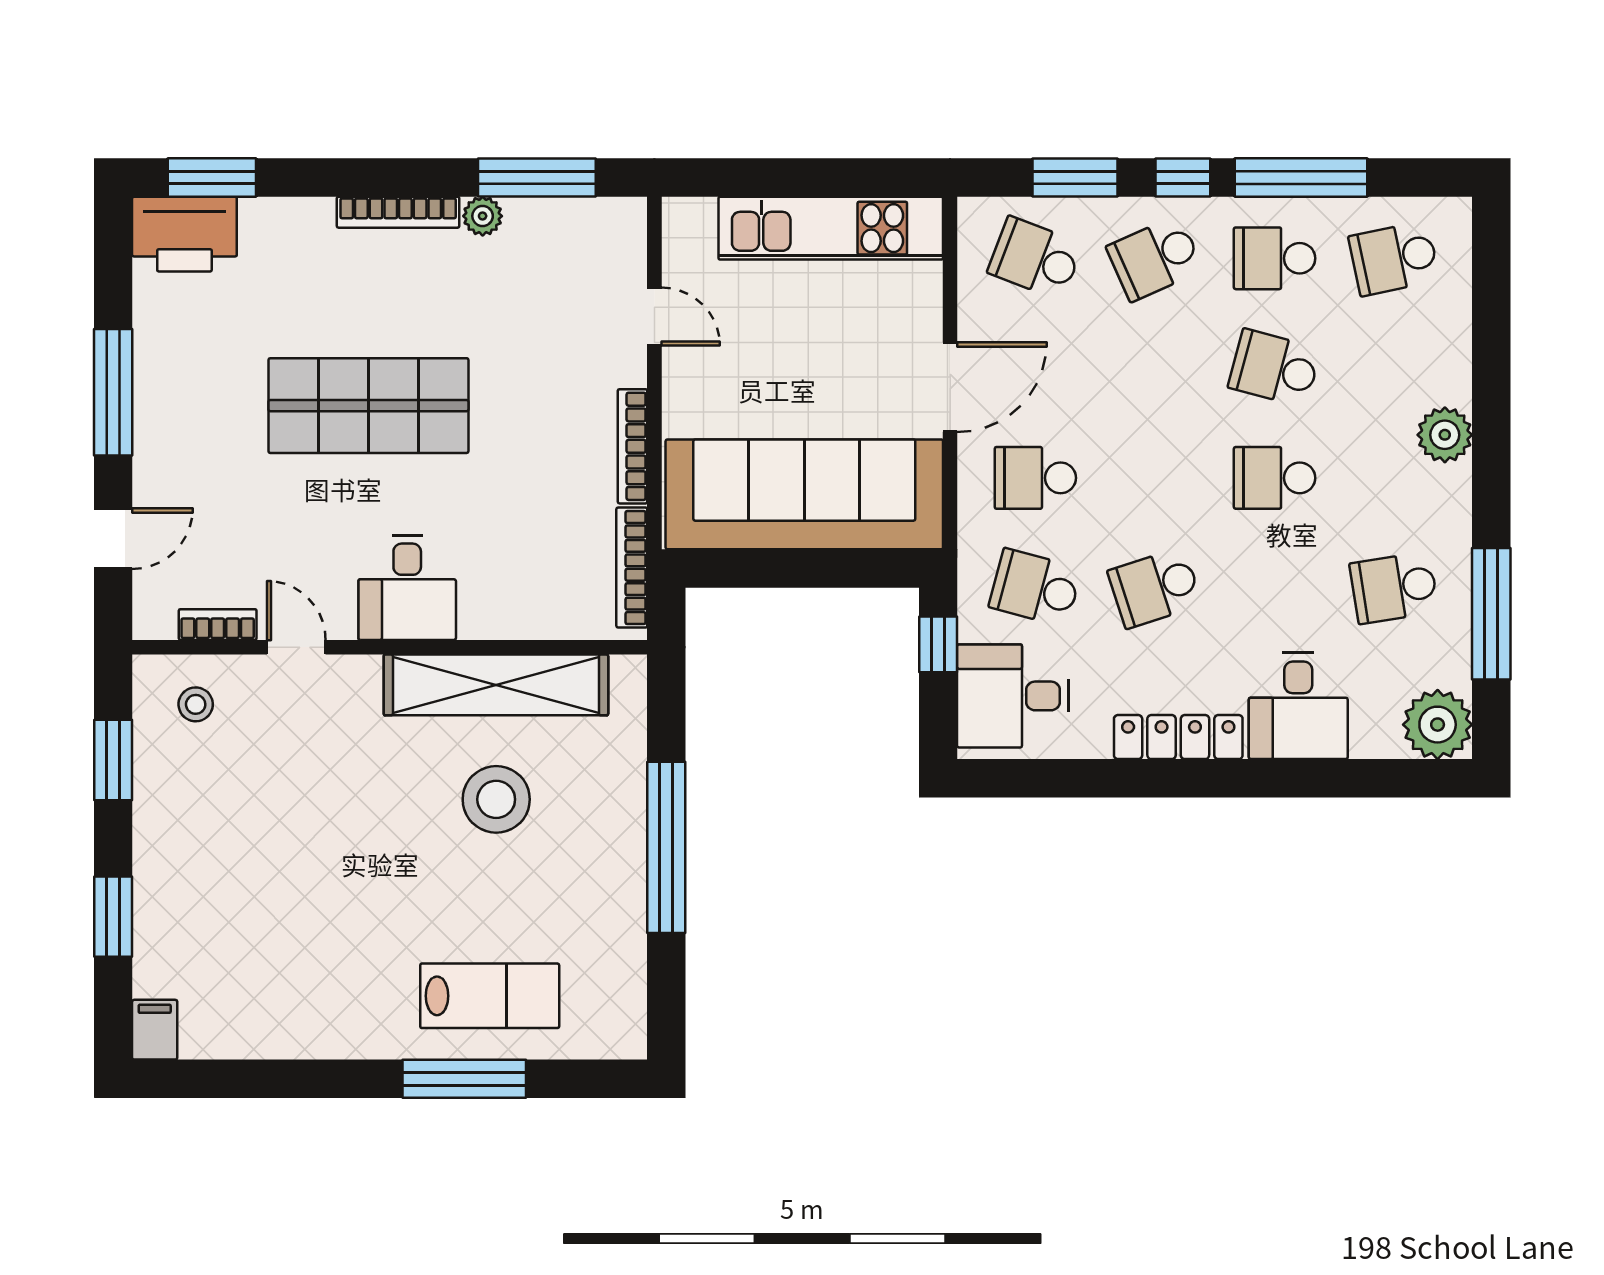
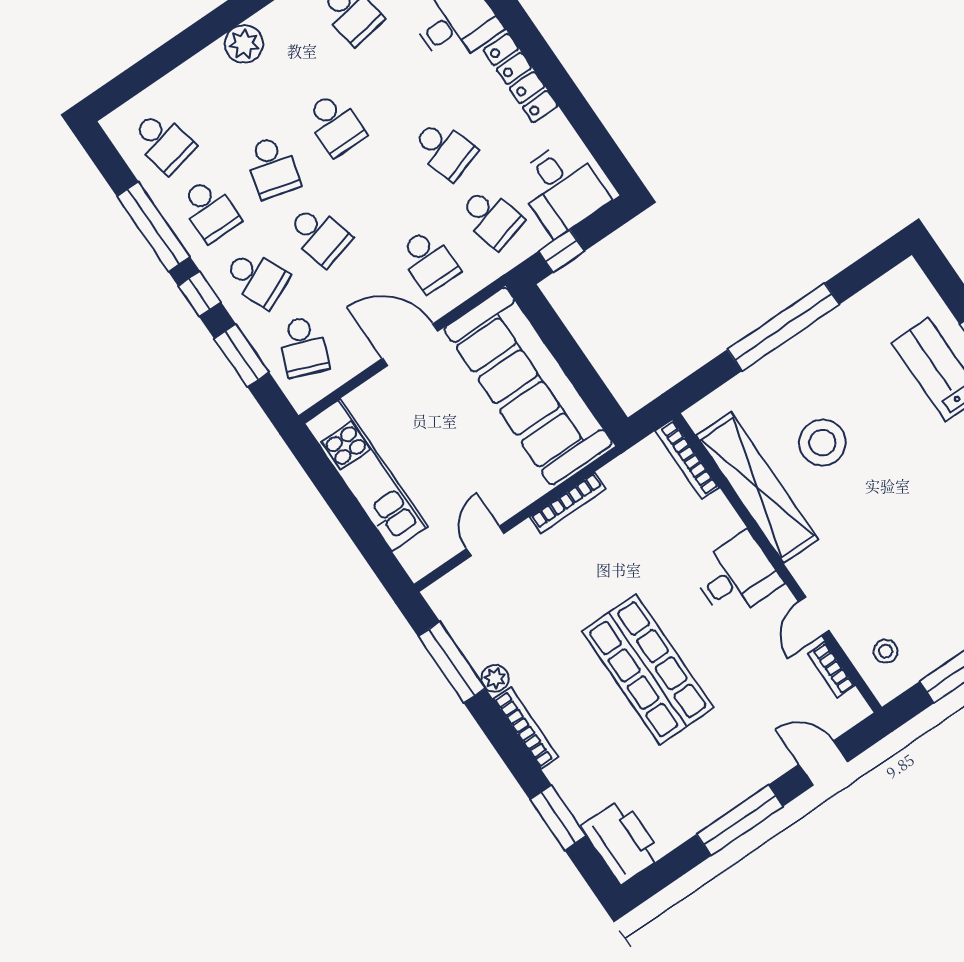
window: (212, 177) -> (558, 818), moved
school desk: (1155, 368) -> (319, 235), added
bookcase: (632, 568) -> (687, 459), moved, turned 90
school desk: (1035, 588) -> (491, 218), turned -30

